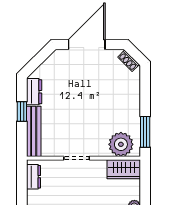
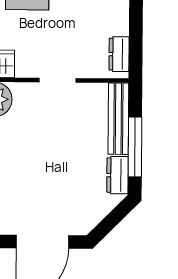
window: (22, 112) -> (135, 147), width x2.17

